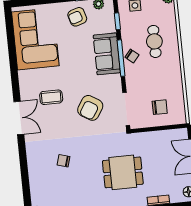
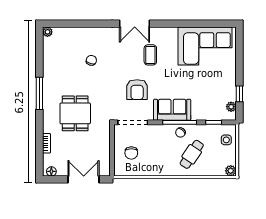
armchair: (77, 17) -> (221, 86), removed
cafe table: (154, 41) -> (192, 154), turned -56
sofa: (107, 54) -> (172, 110), moved
armchair: (90, 108) -> (137, 90), turned -122

